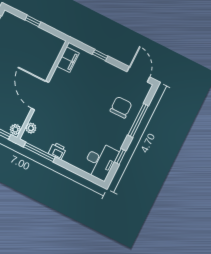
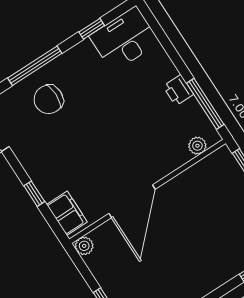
filing cabinet: (68, 60) -> (67, 213), moved, turned 90
door: (40, 95) -> (132, 201), moved
plant: (15, 129) -> (84, 246), moved

